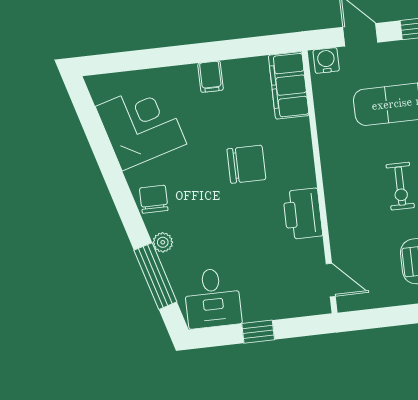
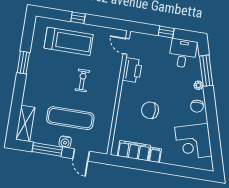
water cooler: (326, 60) -> (65, 142), moved
filing cabinet: (289, 85) -> (134, 151), moved, turned -90
printer: (303, 214) -> (132, 70), moved

